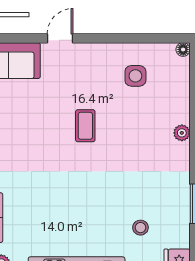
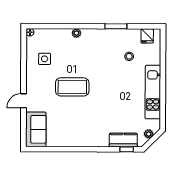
door: (60, 38) -> (24, 101), hinge flipped
coffee table: (85, 126) -> (72, 87), width x1.86, depth x1.72

